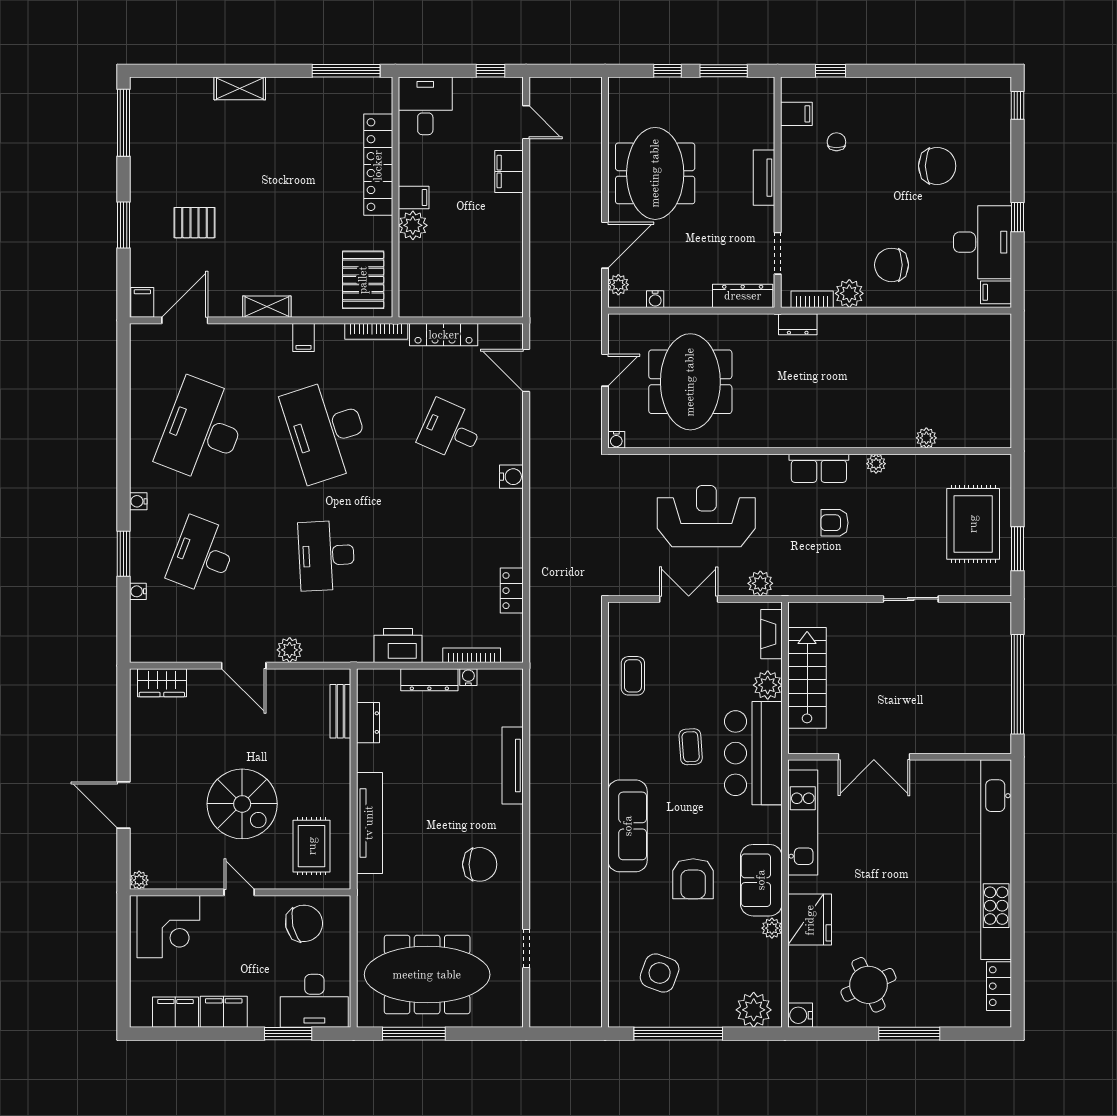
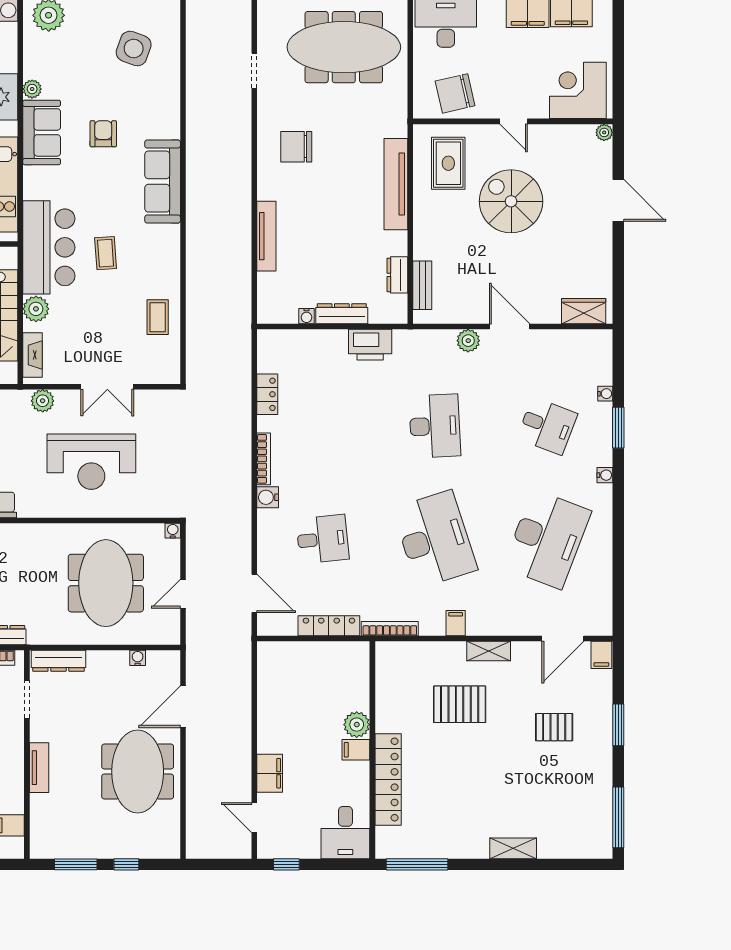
pallet: (363, 280) -> (460, 704), moved, turned 90
plant: (618, 285) -> (171, 671), removed
desk: (451, 430) -> (323, 539), turned -30
desk: (202, 556) -> (547, 426), width x0.73
bookcase: (472, 655) -> (264, 459), moved, turned -90
armchair: (693, 879) -> (103, 134), width x0.72, depth x0.72

